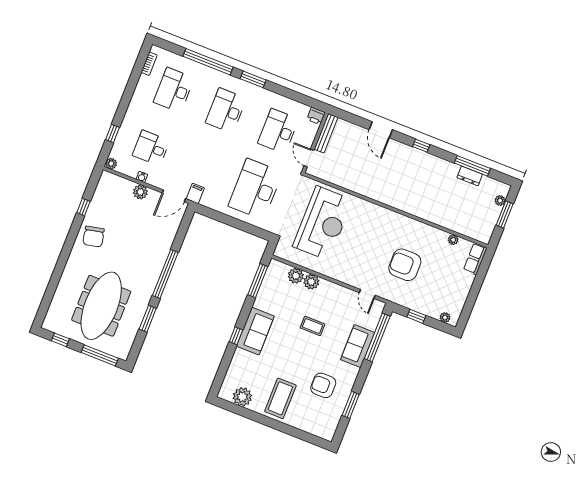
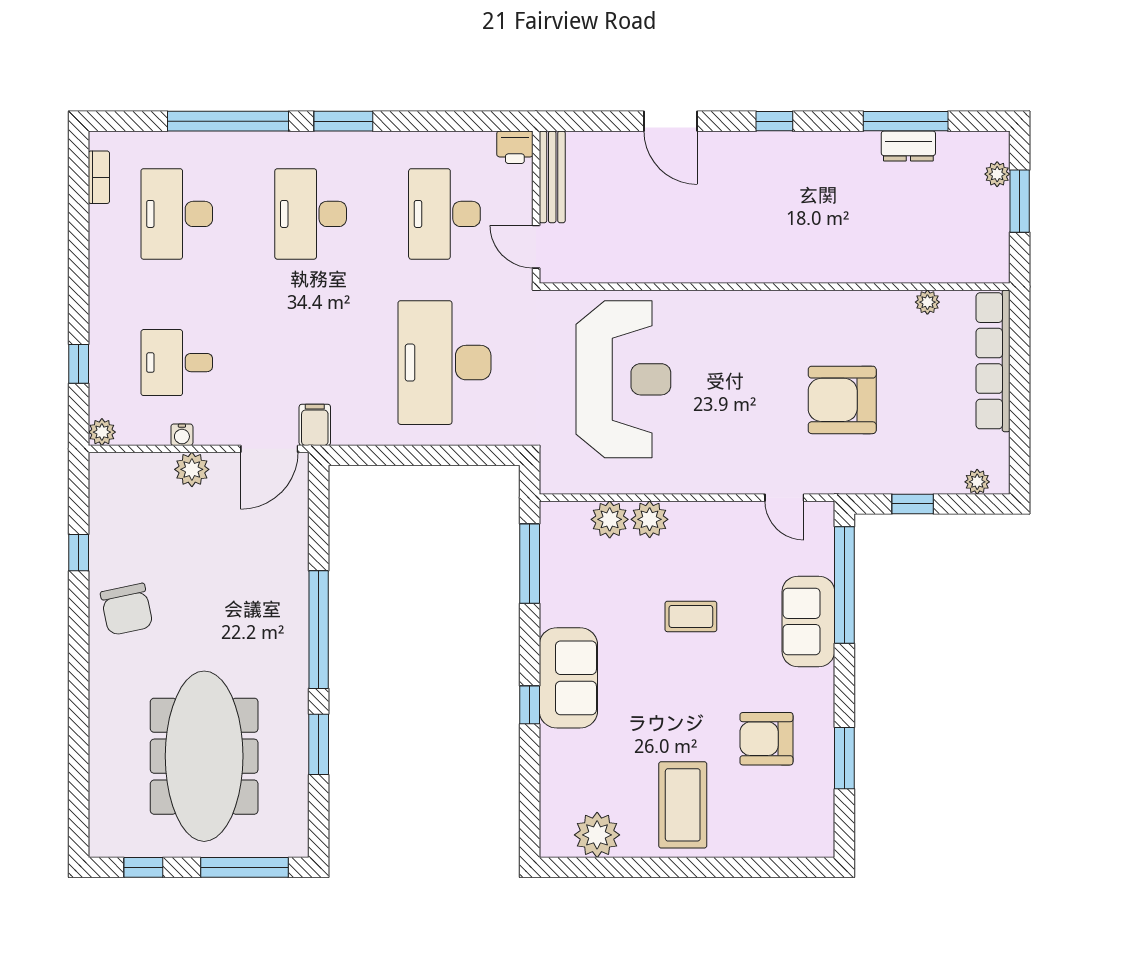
row of seats: (475, 259) -> (993, 361), width x2.02

